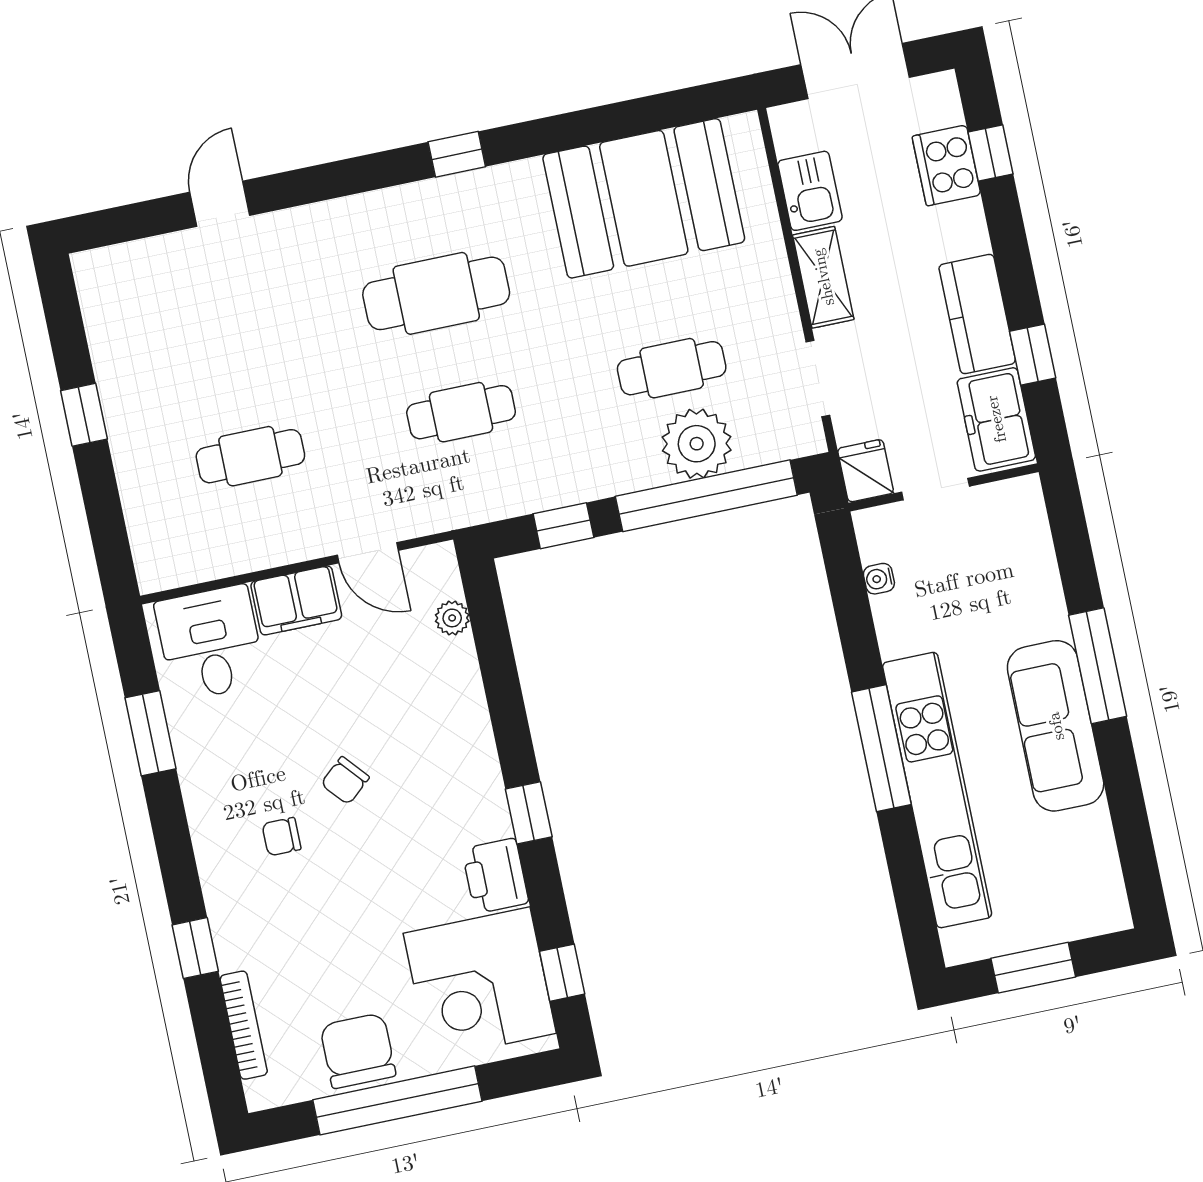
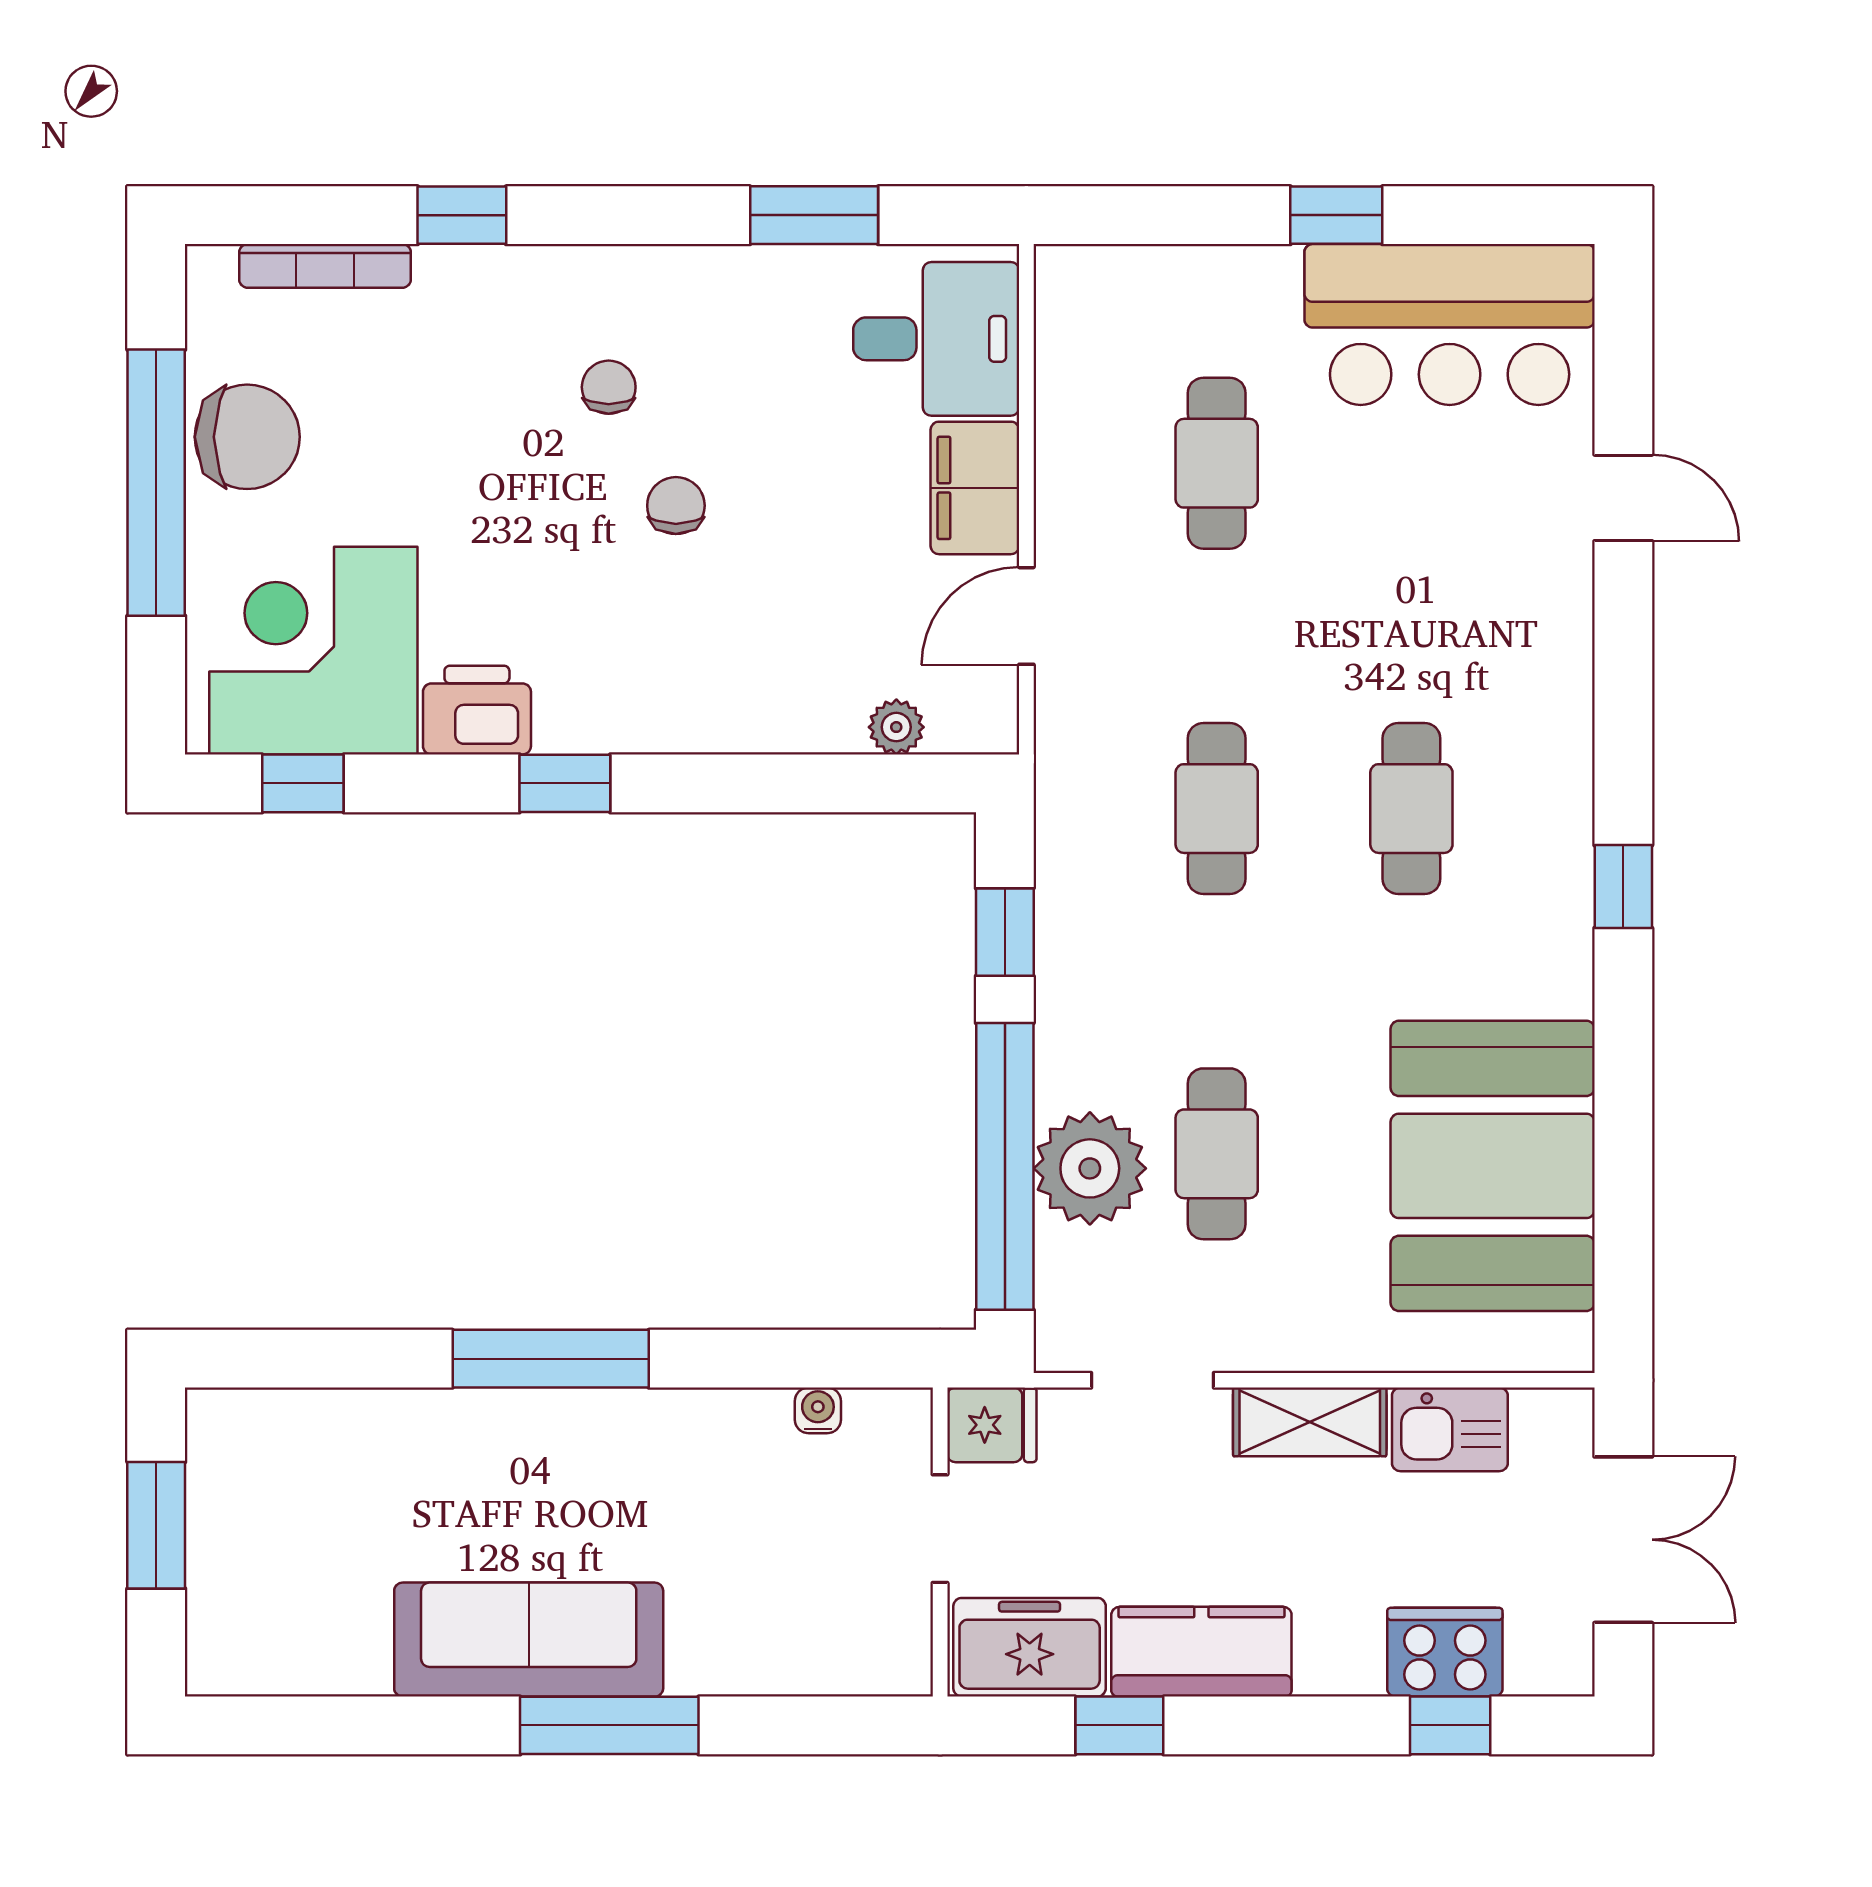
cafe table: (436, 293) -> (1411, 809), width x0.73, depth x0.74
bar counter: (136, 332) -> (1450, 325), added
chair: (345, 781) -> (676, 506), turned 41
kitchen unit: (937, 790) -> (467, 1433), removed

